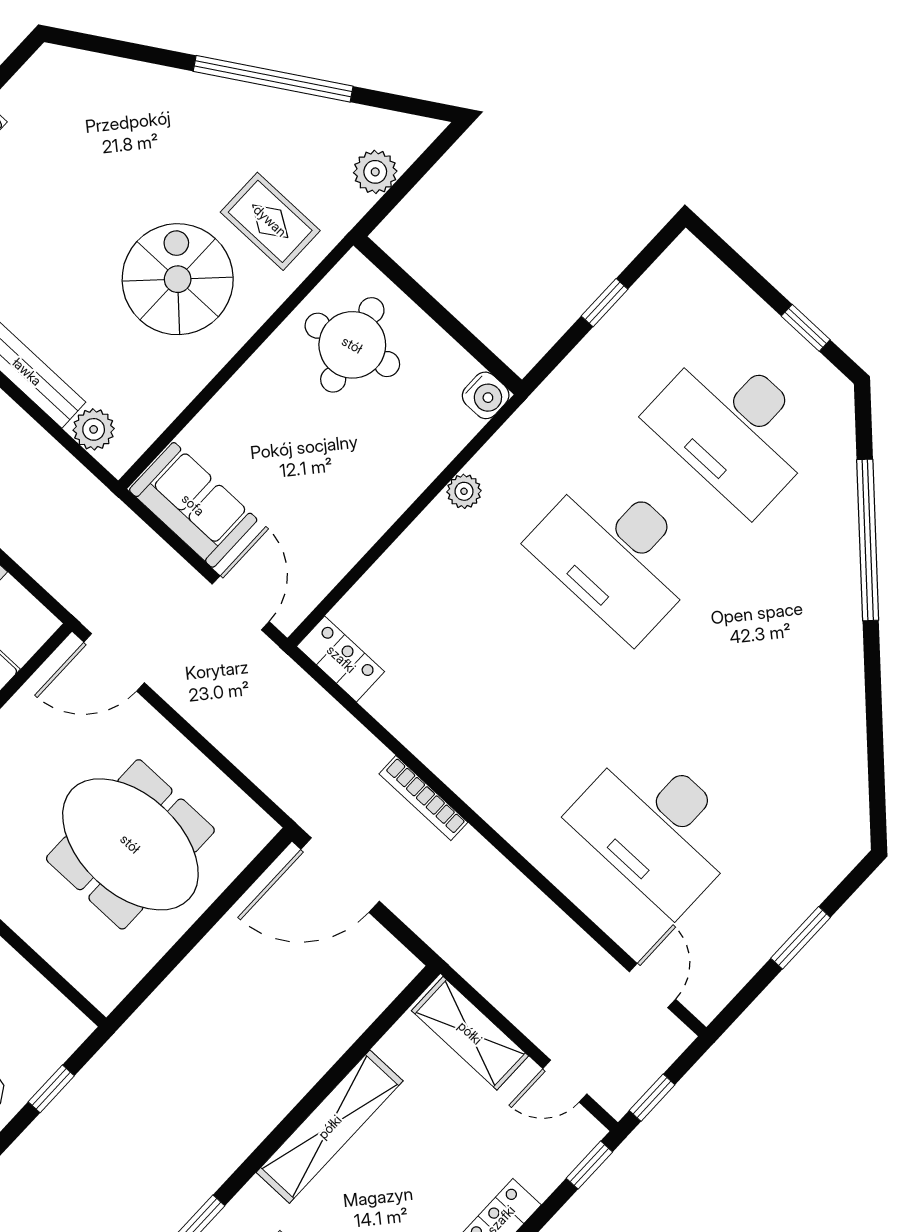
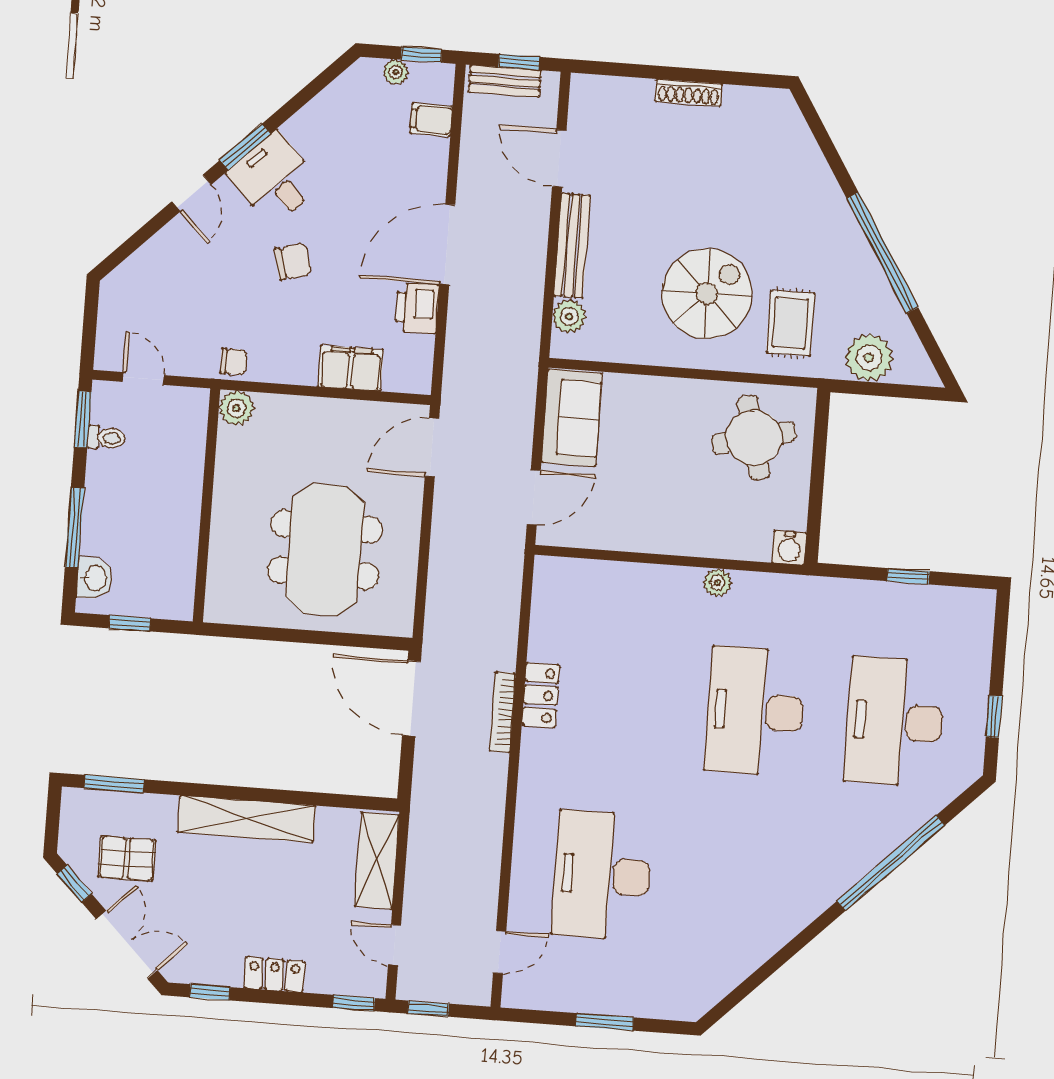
plant: (375, 172) -> (869, 358), width x1.36, depth x1.36
locker: (341, 659) -> (541, 695), moved
door: (114, 662) -> (432, 447), hinge flipped

